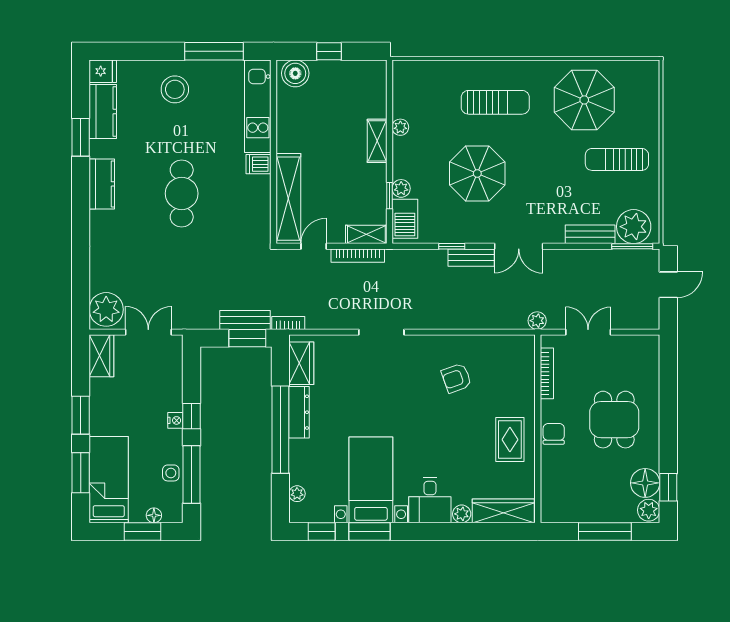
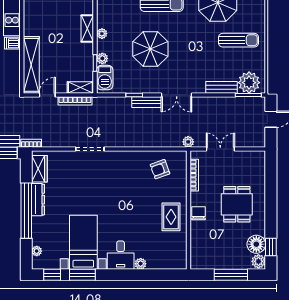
plant: (400, 127) -> (102, 34), moved
sun lounger: (617, 159) -> (238, 40), turned 180
armchair: (456, 378) -> (160, 169), moved
wardrobe: (503, 511) -> (167, 262), removed

